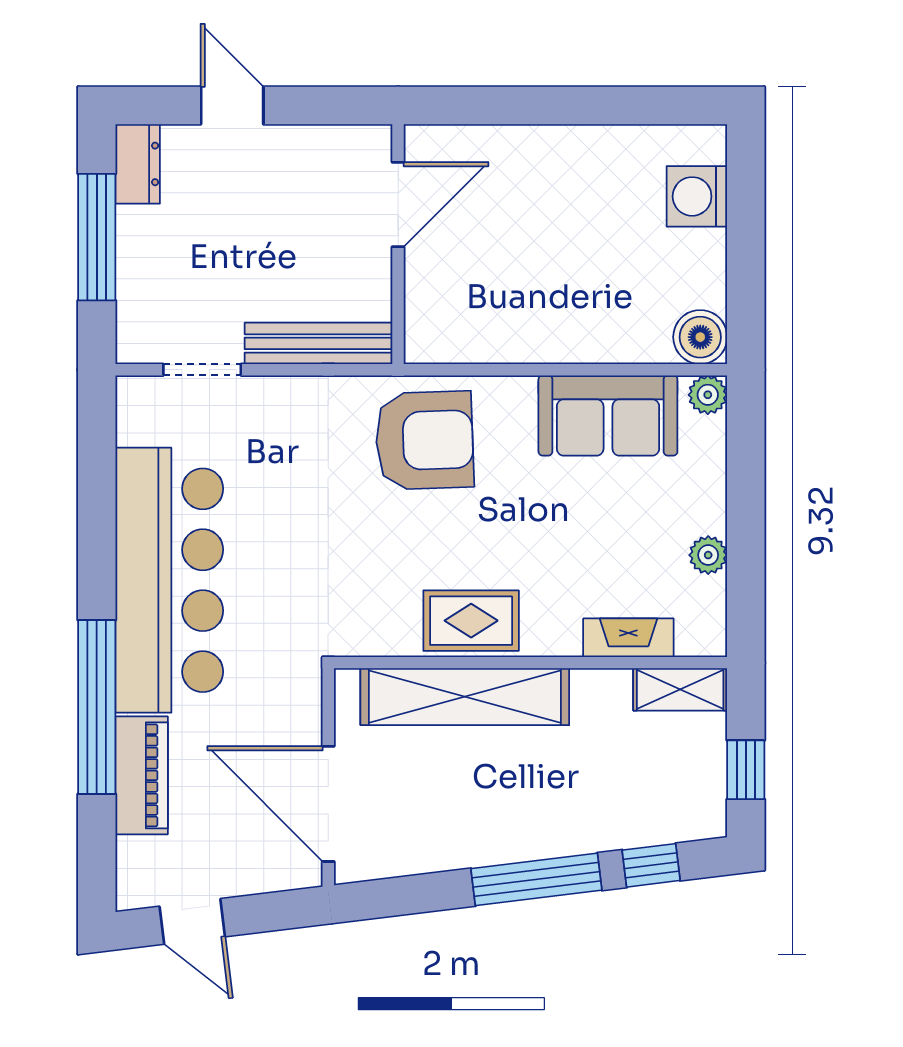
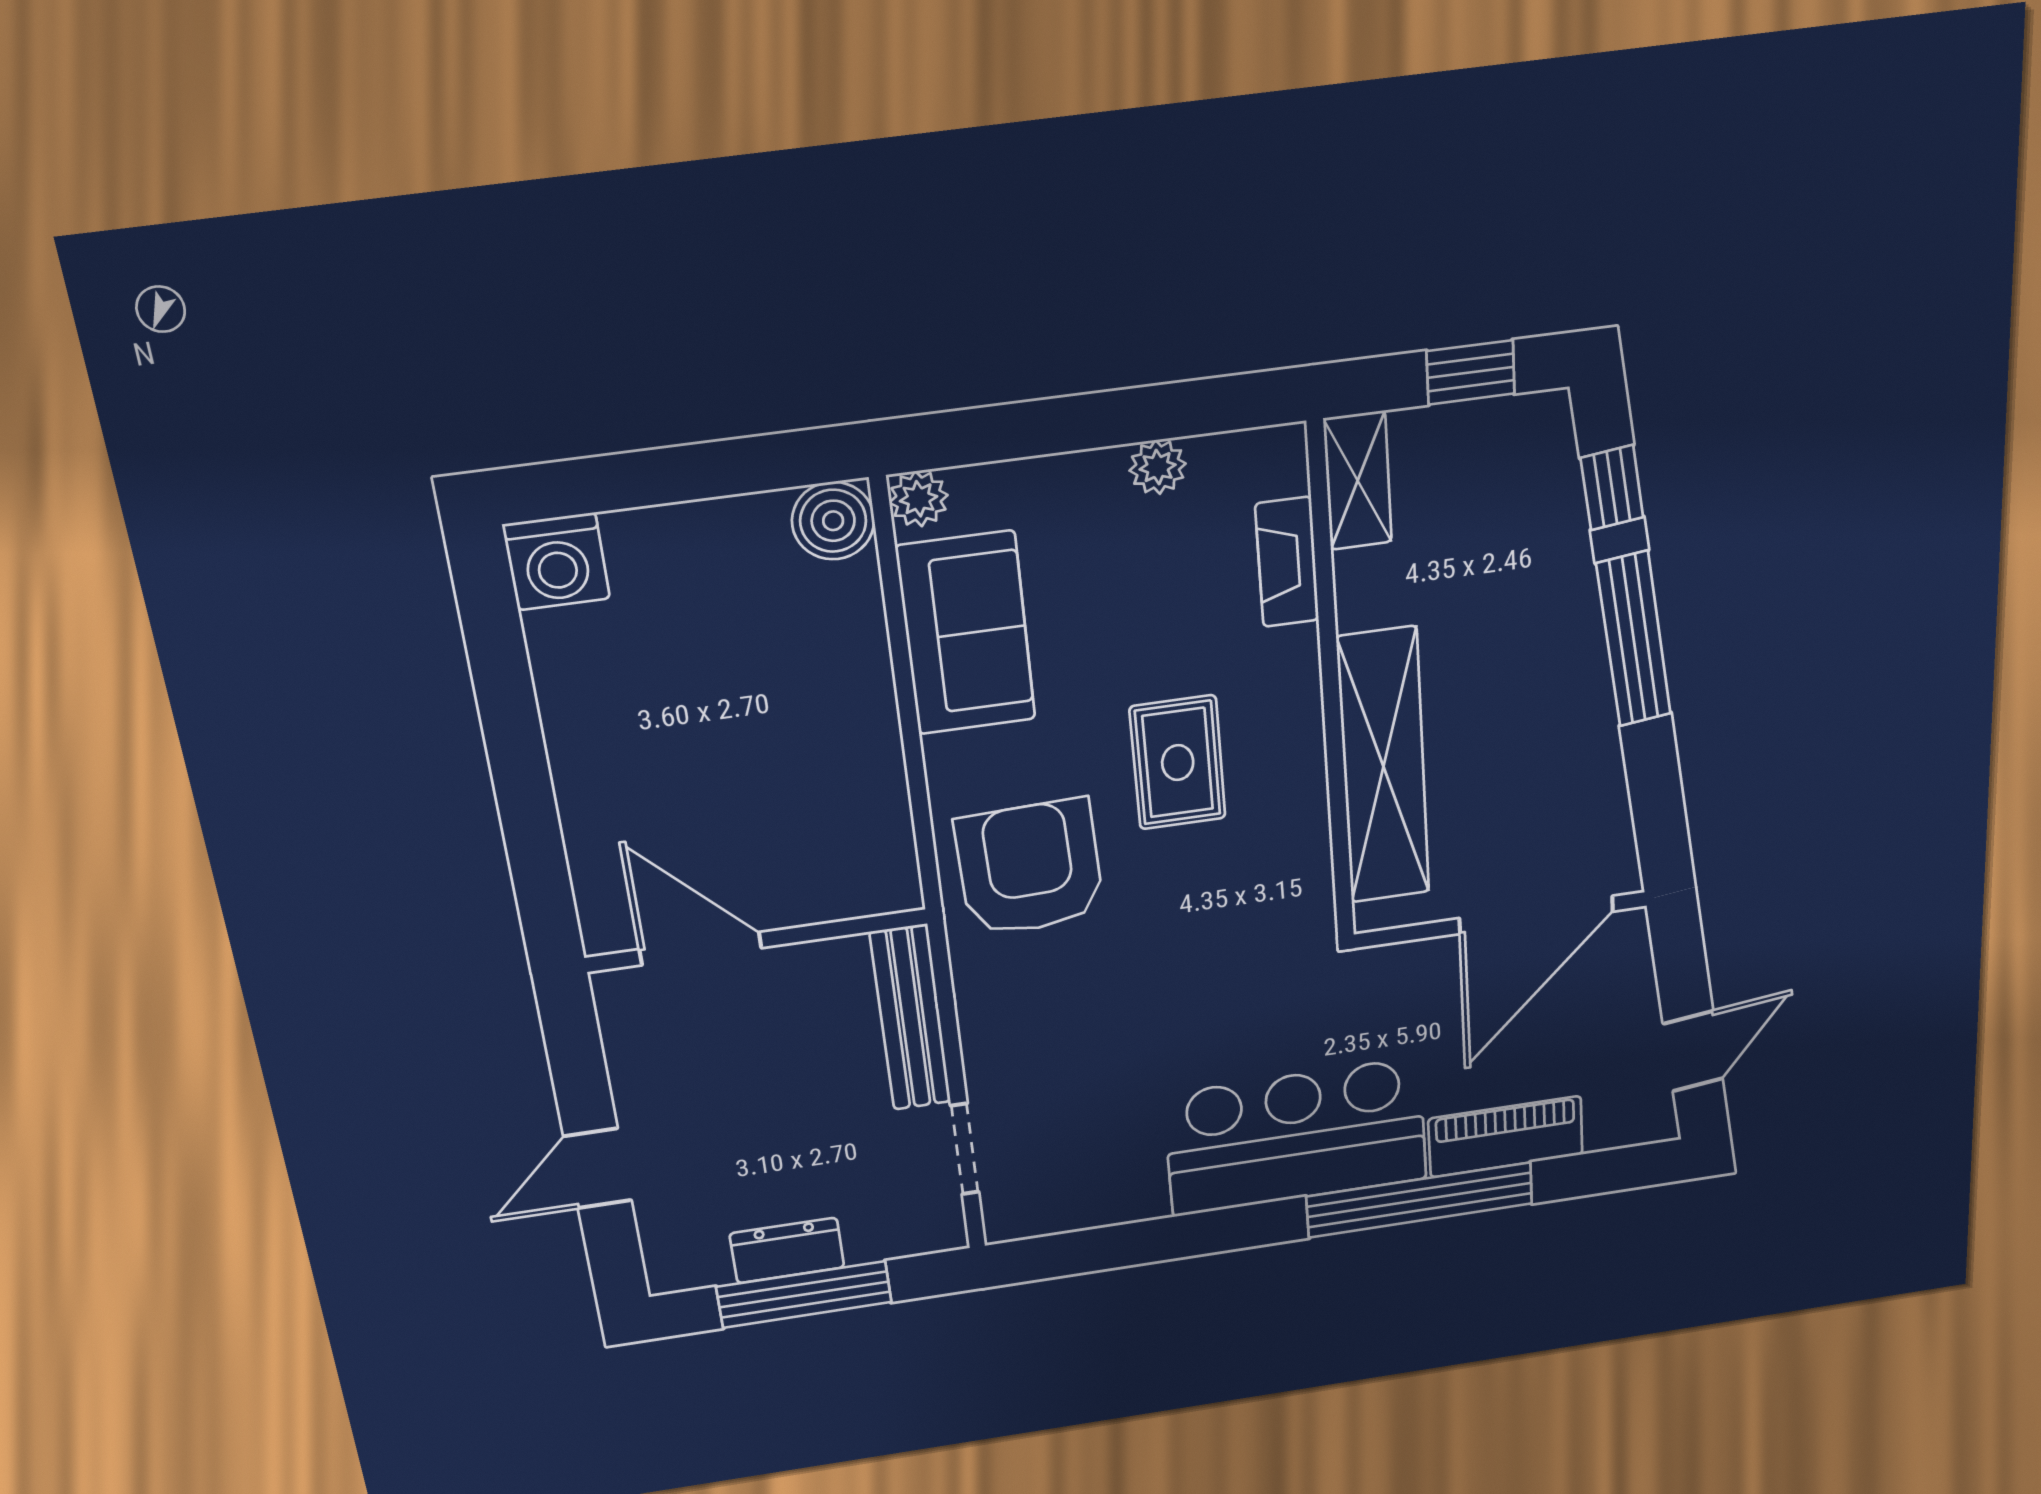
dresser: (138, 164) -> (787, 1251), moved
washing machine: (697, 196) -> (556, 562), moved
bar counter: (169, 580) -> (1296, 1137), width x0.73
rug: (471, 621) -> (1178, 763), moved

